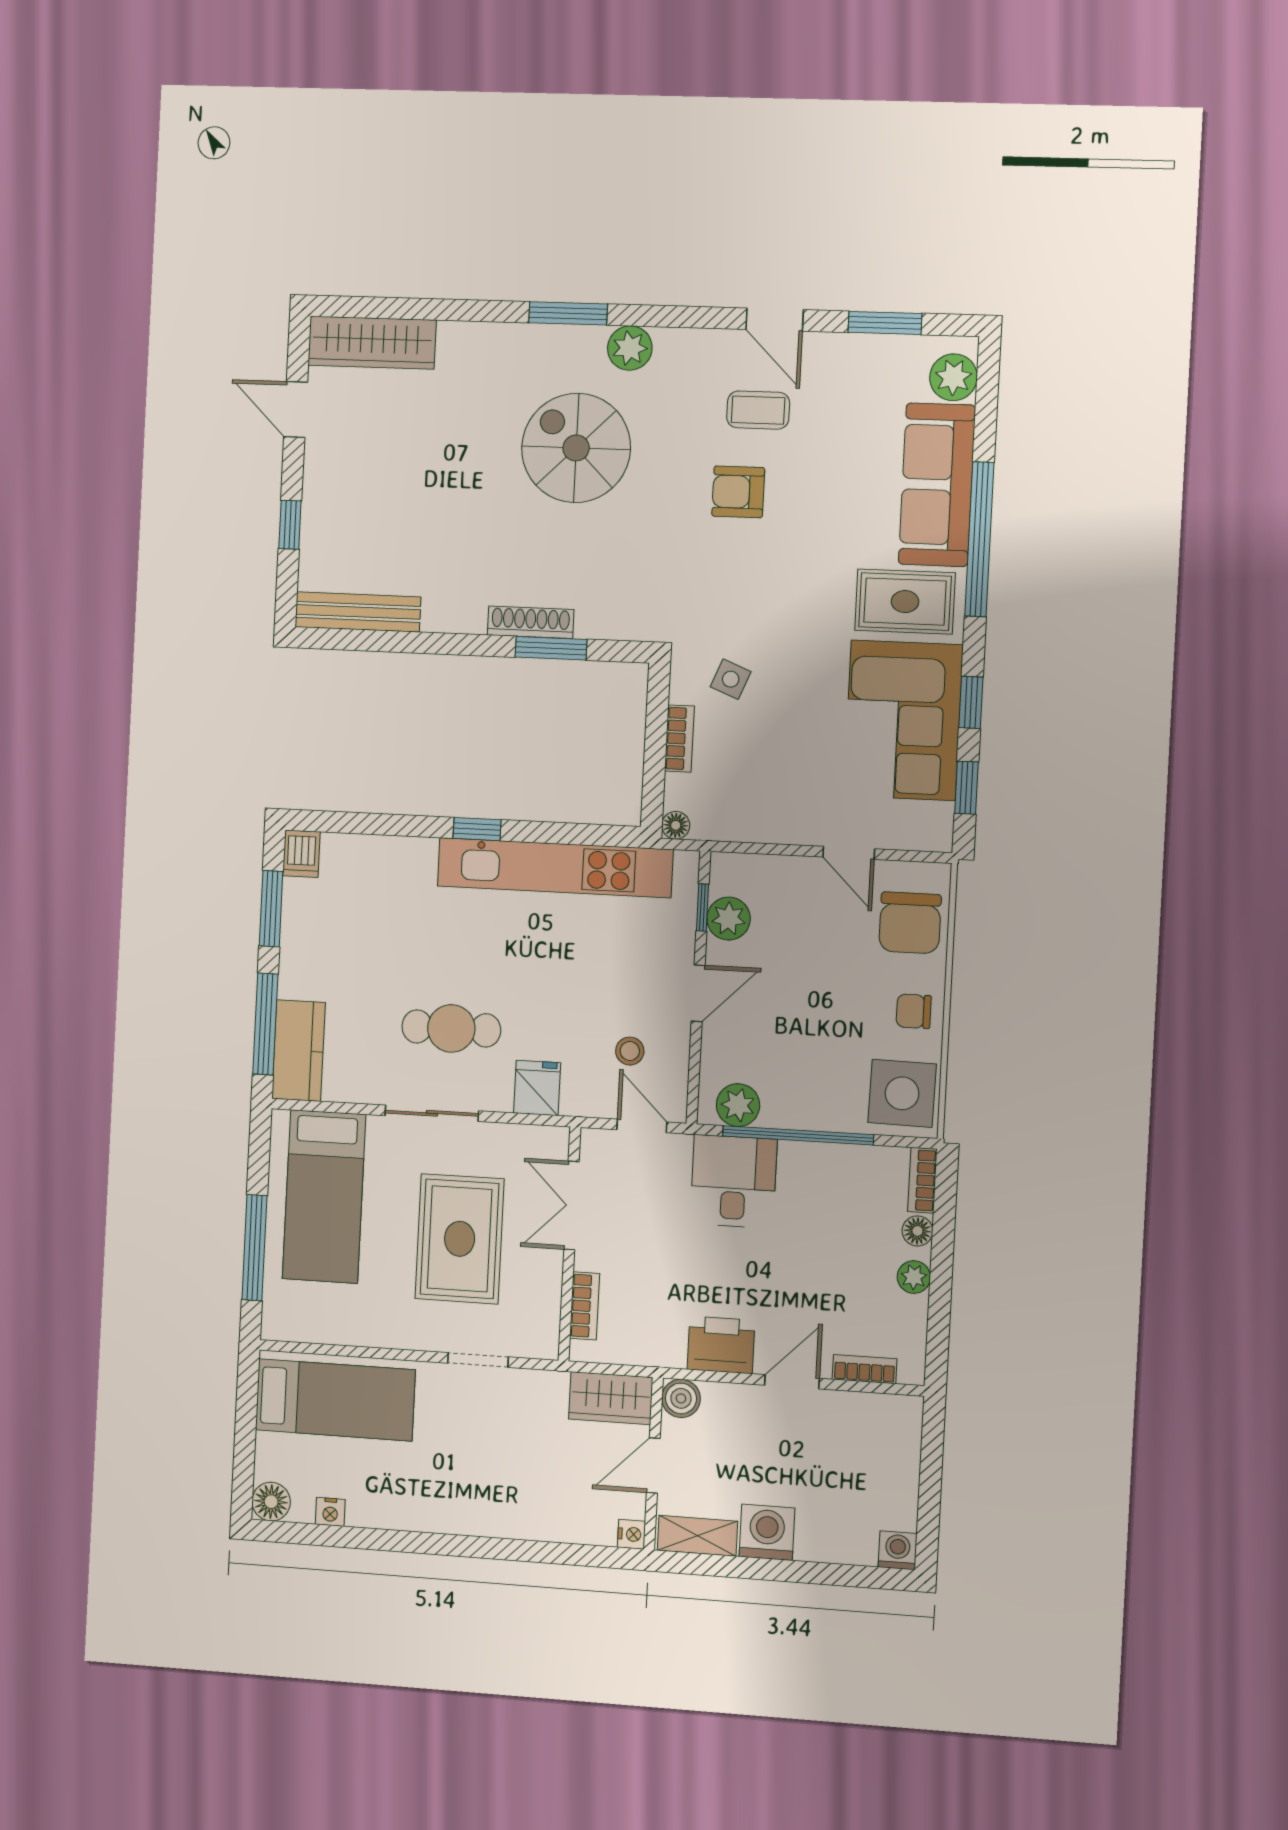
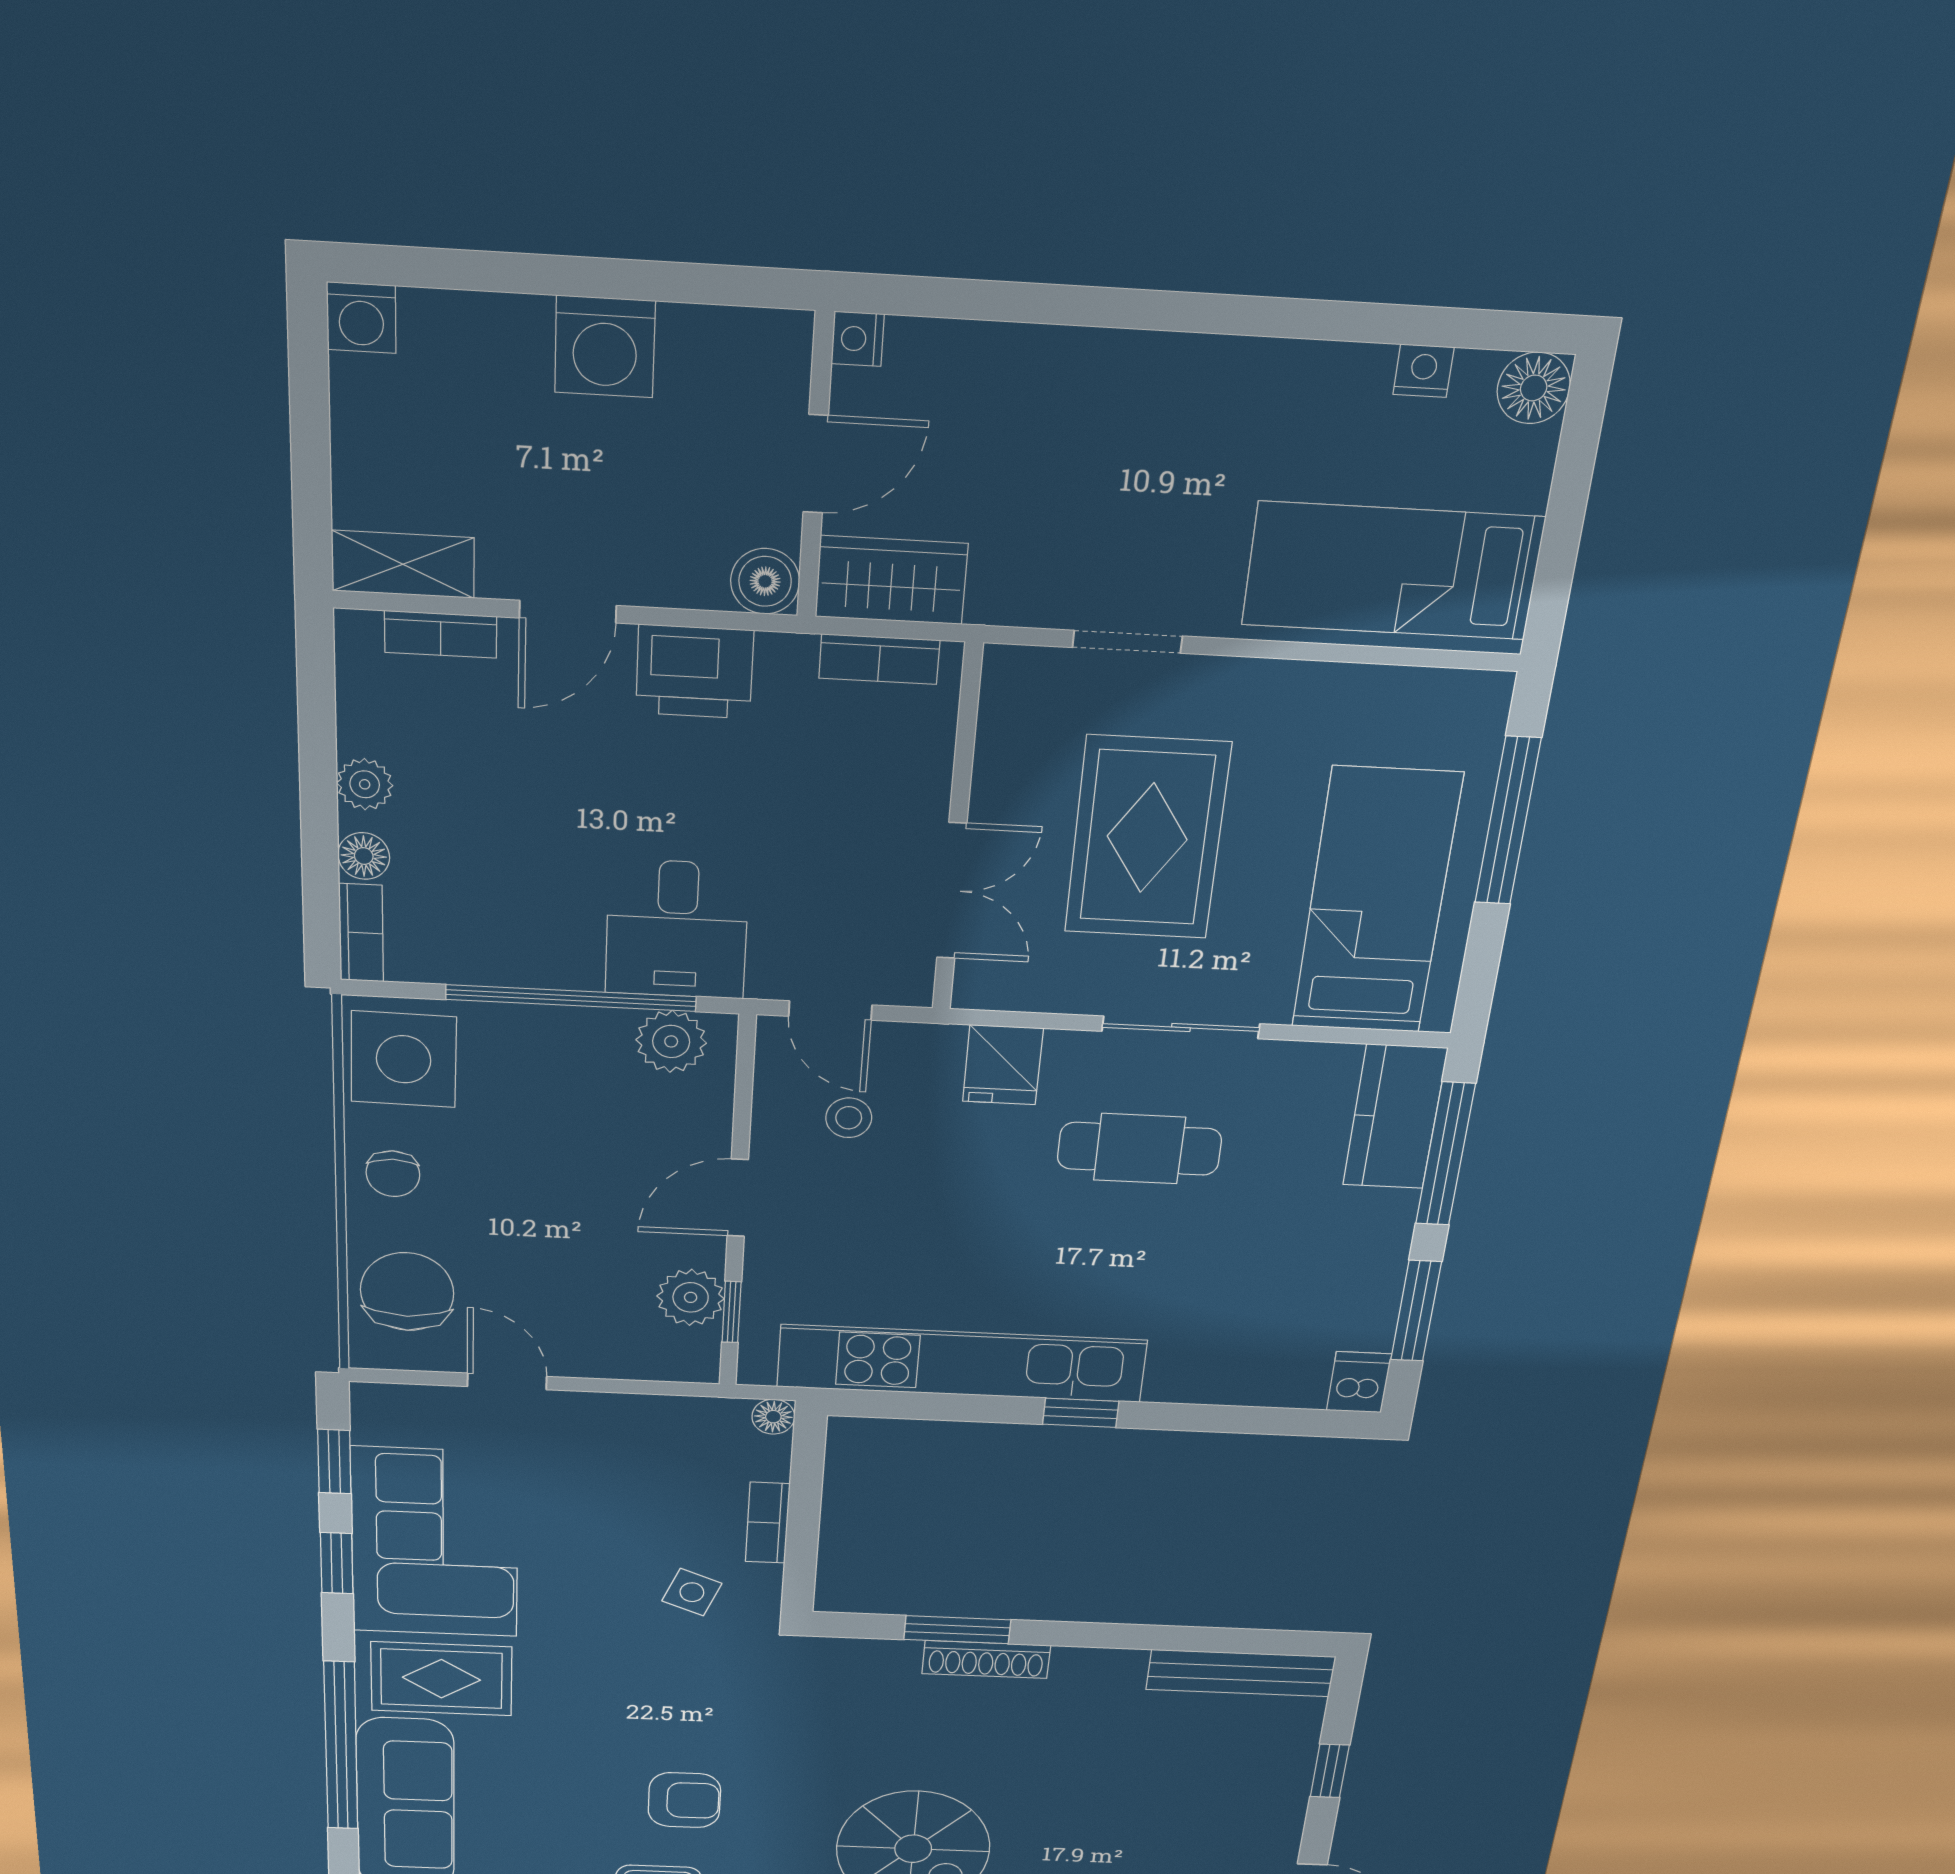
chair: (914, 1011) -> (393, 1174), turned 90
bookcase: (585, 1306) -> (879, 659), moved, turned -90
shelving: (697, 1536) -> (403, 564), moved

